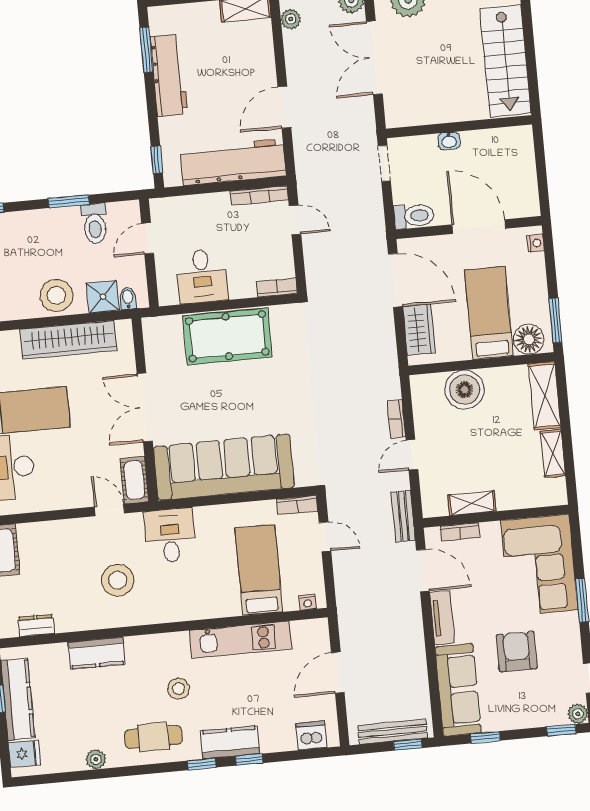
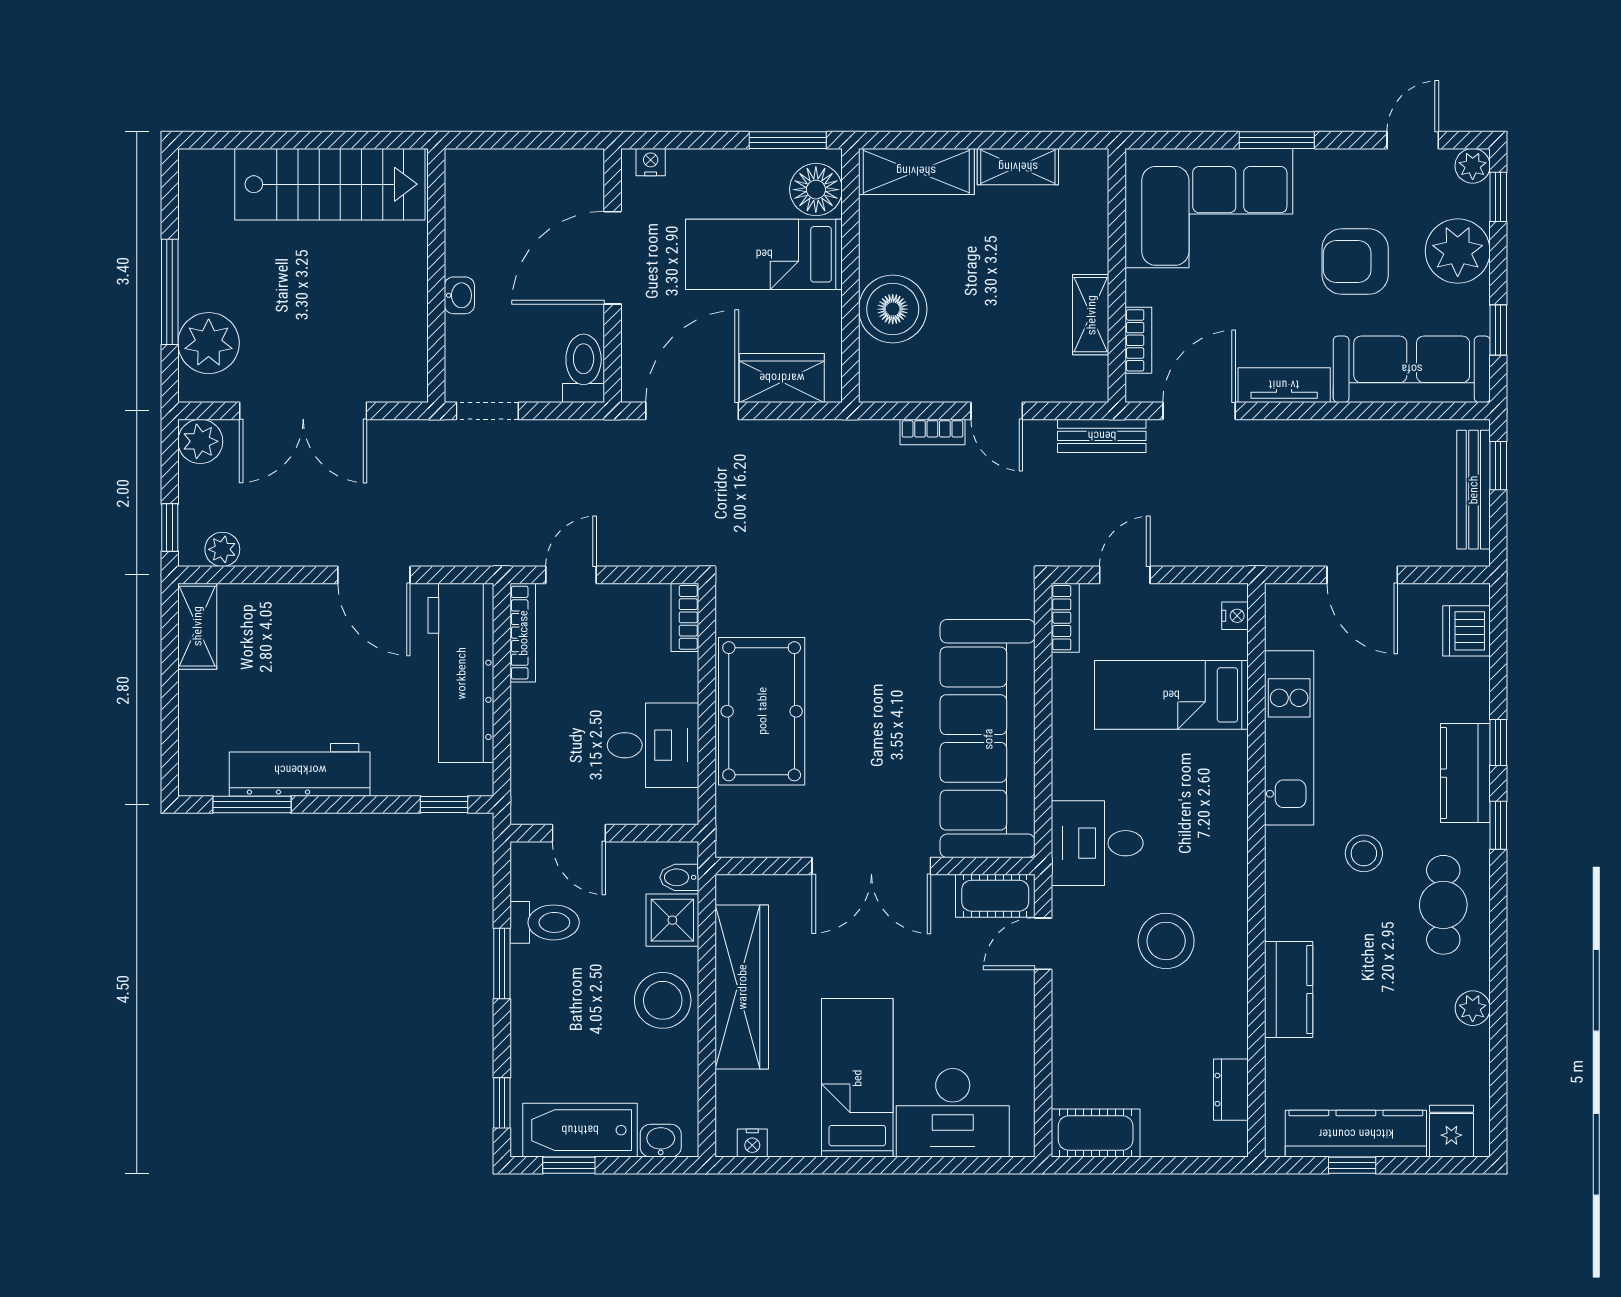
plant: (528, 710) -> (1458, 251), added

